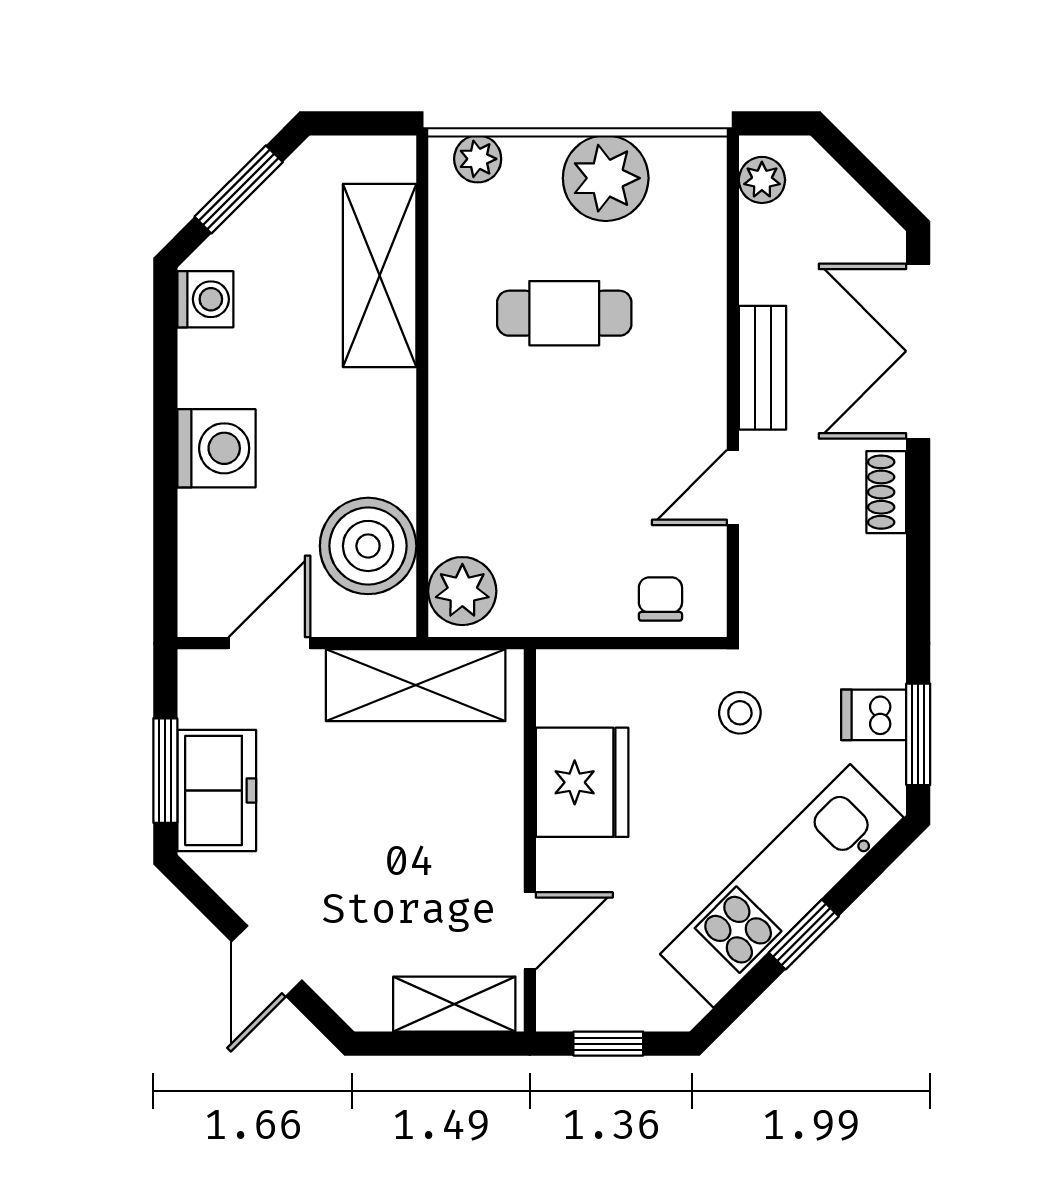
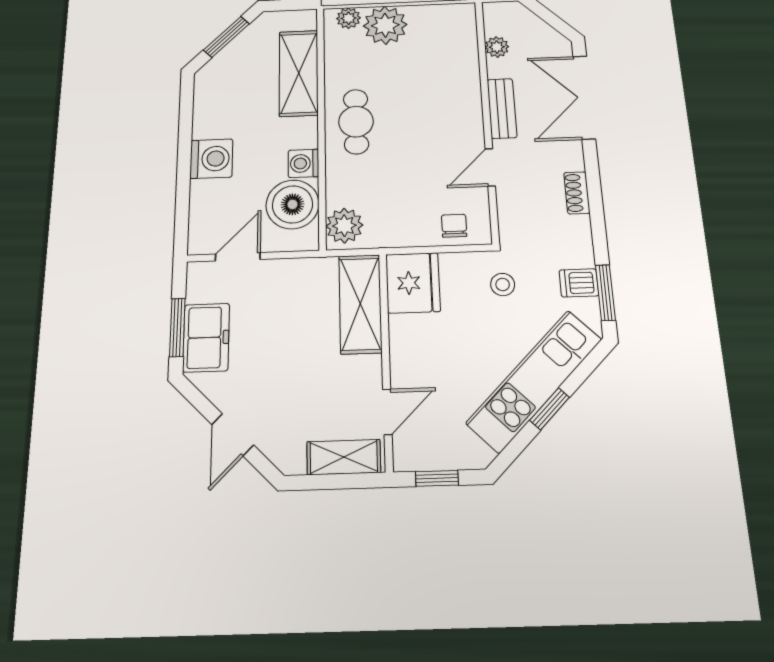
plant: (606, 178) -> (385, 25), moved
plant: (762, 180) -> (497, 47), moved
washing machine: (205, 299) -> (303, 163), moved, turned 180
cafe table: (564, 313) -> (356, 122), moved, turned 90
shoe rack: (886, 492) -> (577, 193), moved
shelving: (416, 685) -> (360, 304), moved, turned 90
fridge: (582, 782) -> (413, 283), moved

